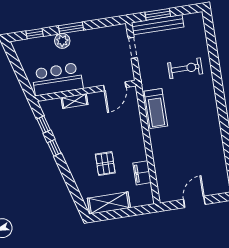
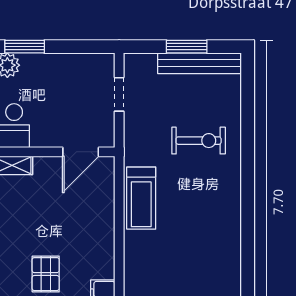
window: (158, 14) -> (187, 47), moved
bench: (158, 25) -> (200, 63), moved

